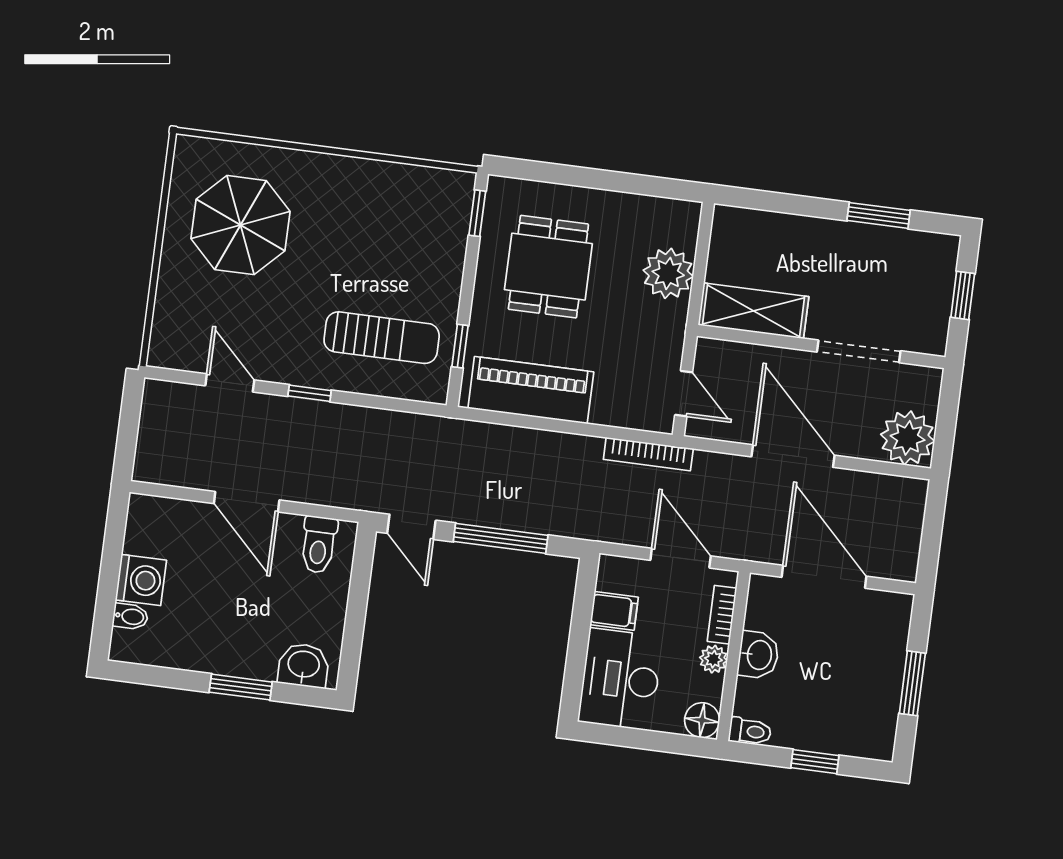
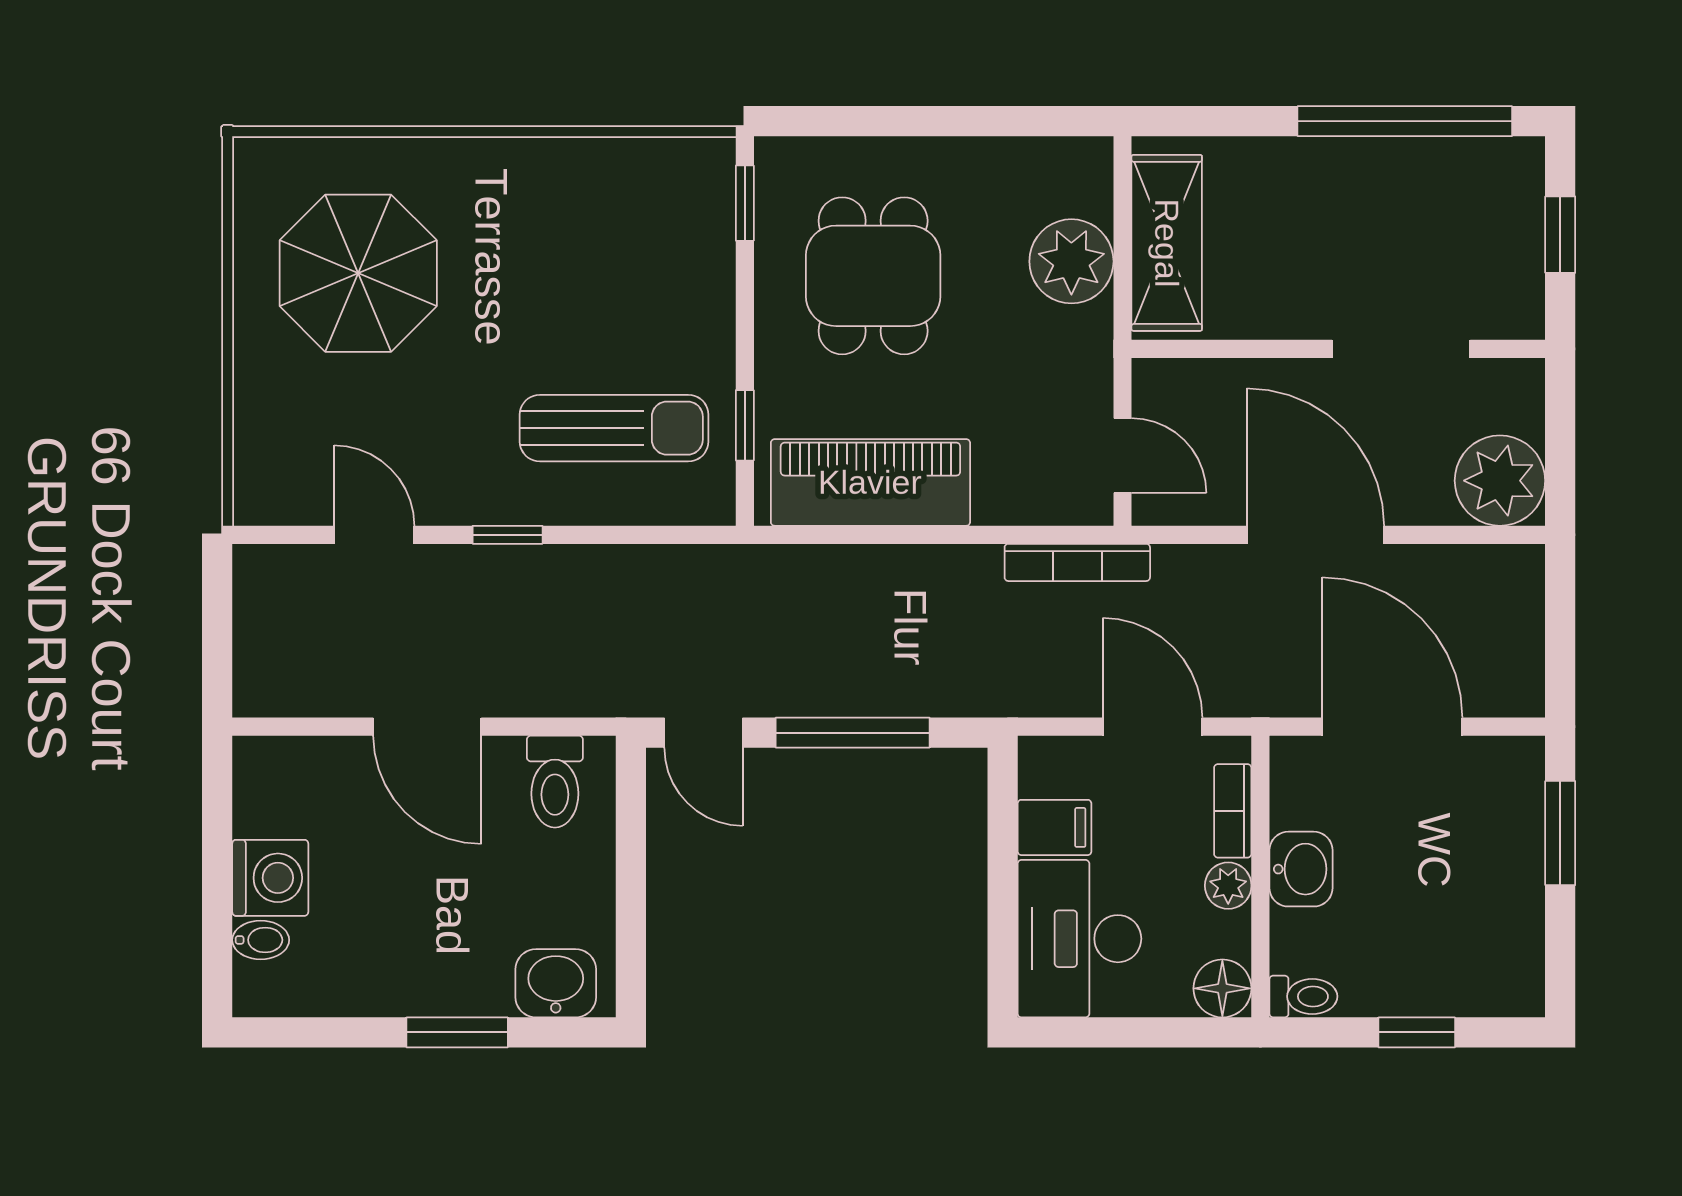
window: (879, 215) -> (1405, 121), width x2.11
shelving: (753, 311) -> (1167, 243), moved, turned 90
window: (912, 683) -> (1560, 833), moved

